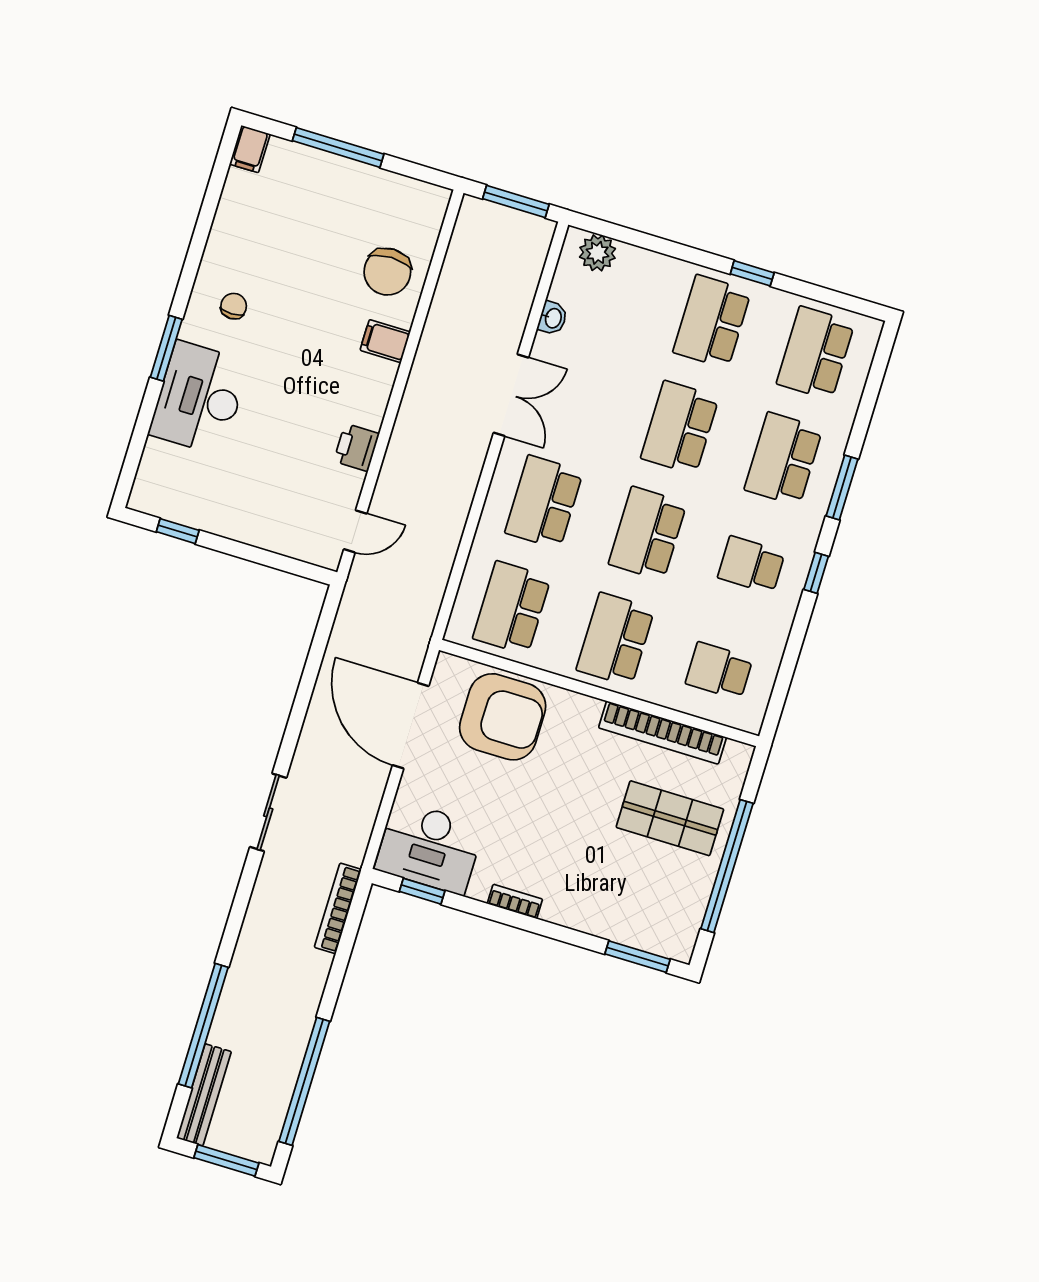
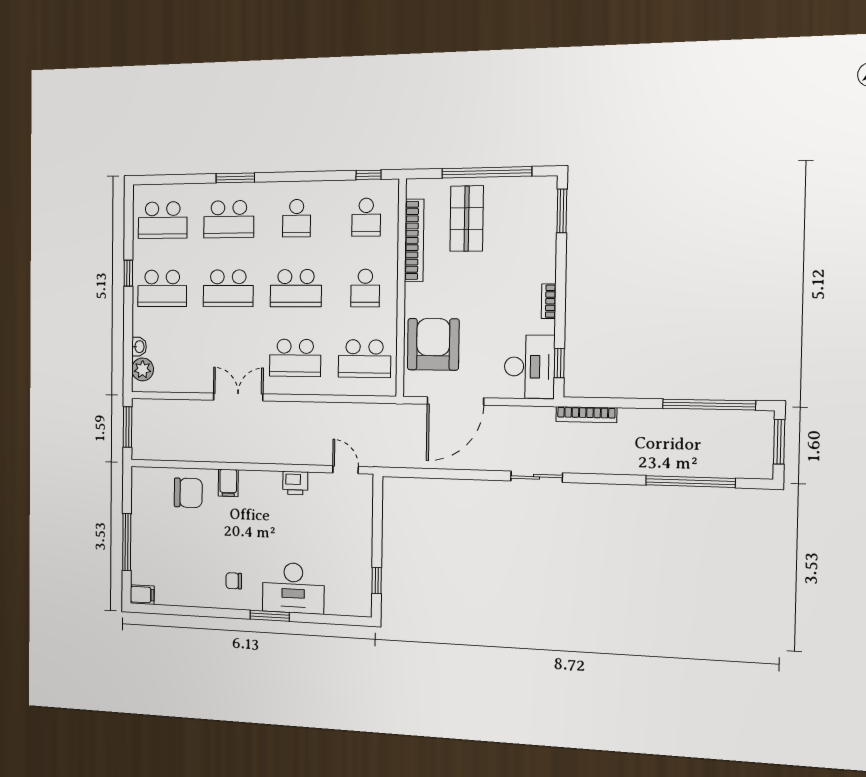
washbasin: (553, 318) -> (139, 347), moved, turned 90
window: (816, 573) -> (369, 175), moved
school desk: (615, 639) -> (365, 288), width x0.54
bench: (204, 1095) -> (738, 469), removed

